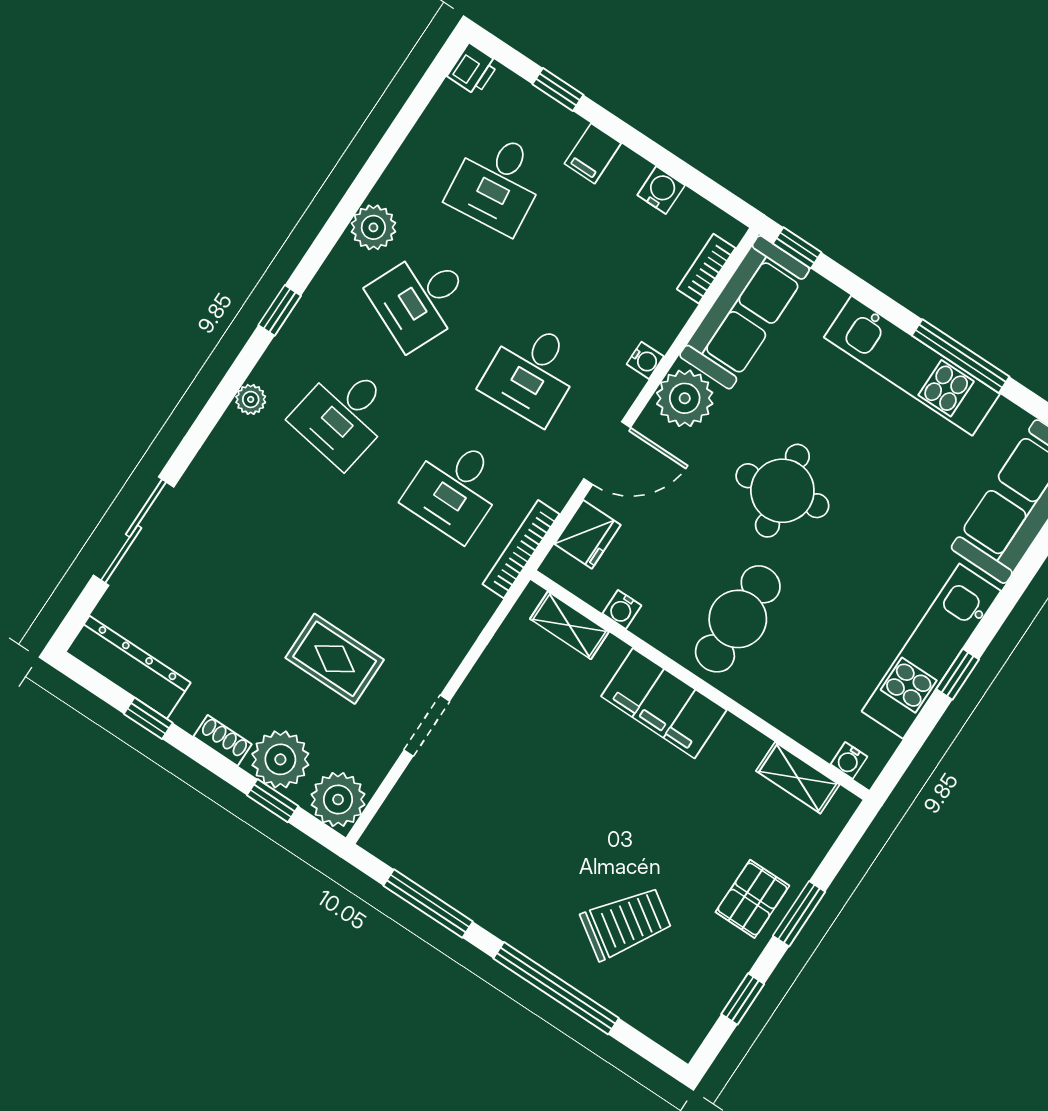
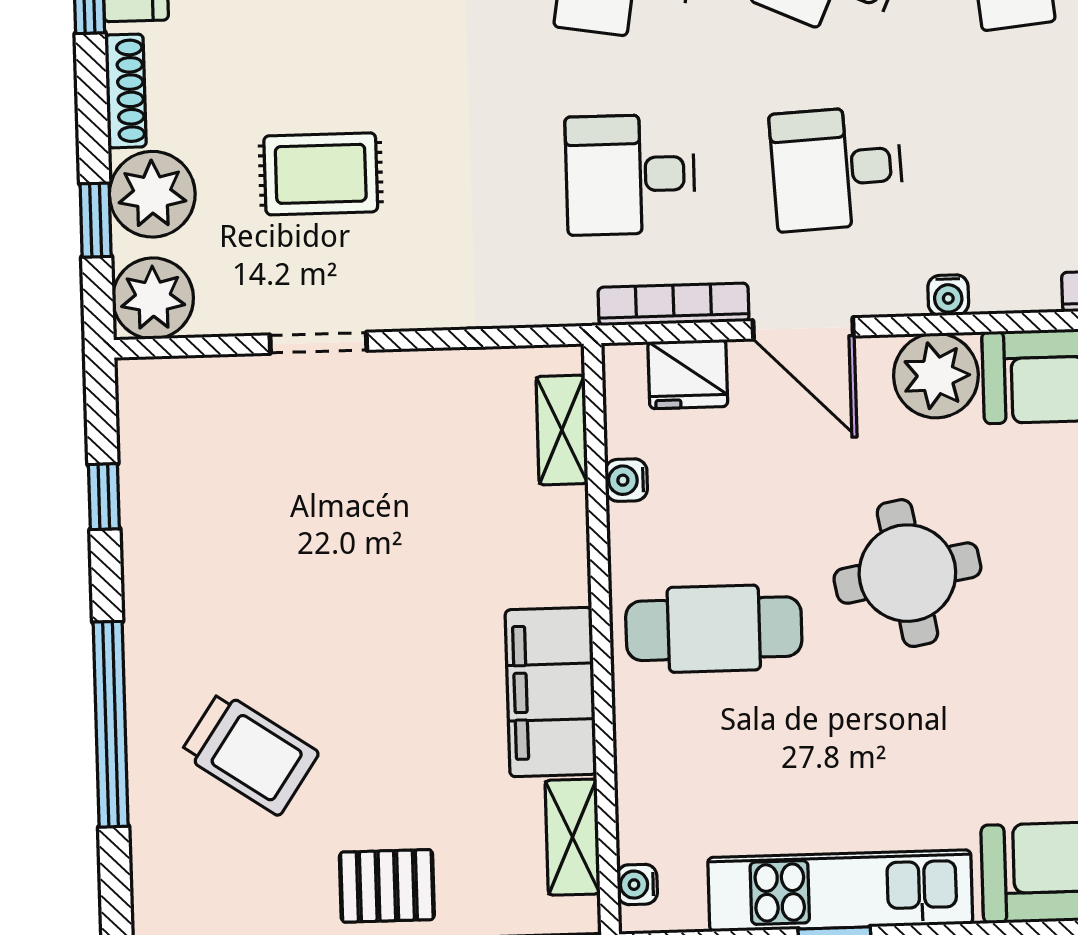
bookcase: (521, 549) -> (674, 304), moved
rug: (335, 659) -> (321, 174), turned 90
filing cabinet: (664, 703) -> (551, 692), moved
shoe rack: (223, 740) -> (126, 91), width x1.43
window: (428, 904) -> (104, 497), width x0.46

